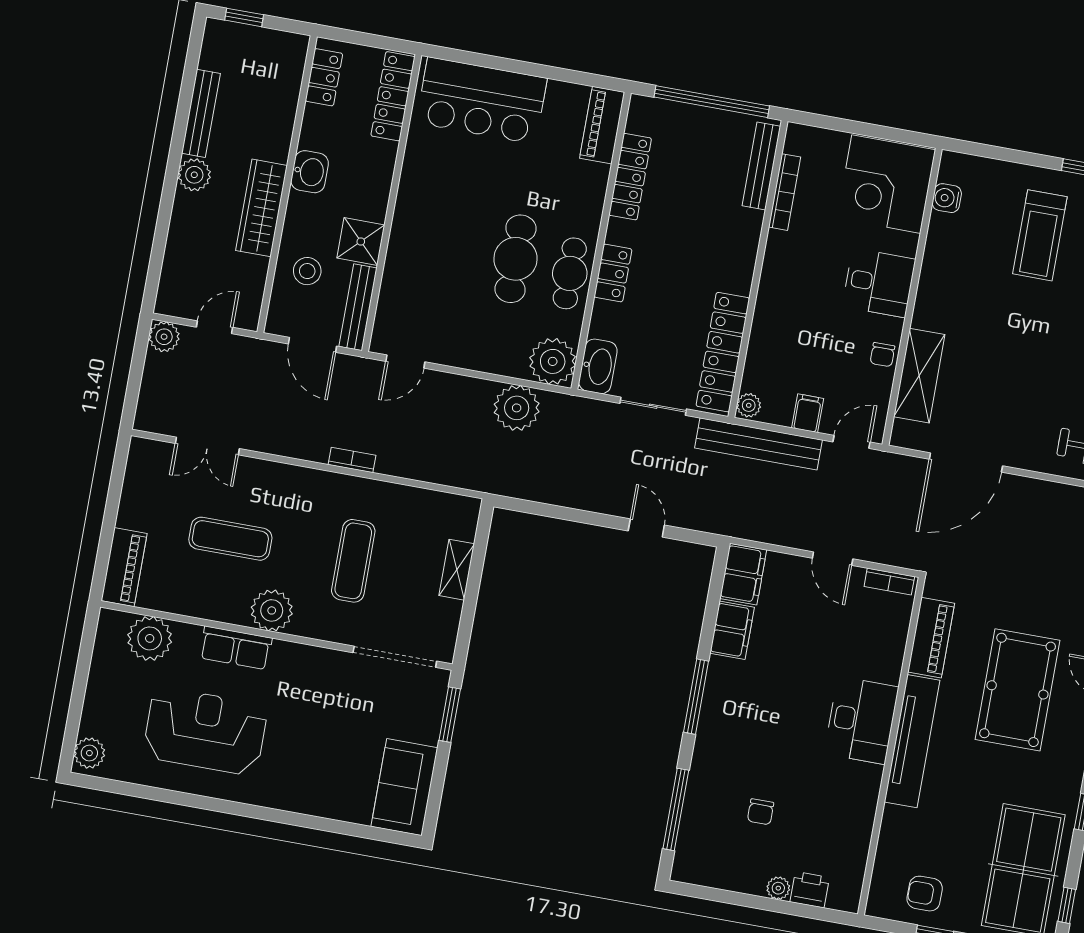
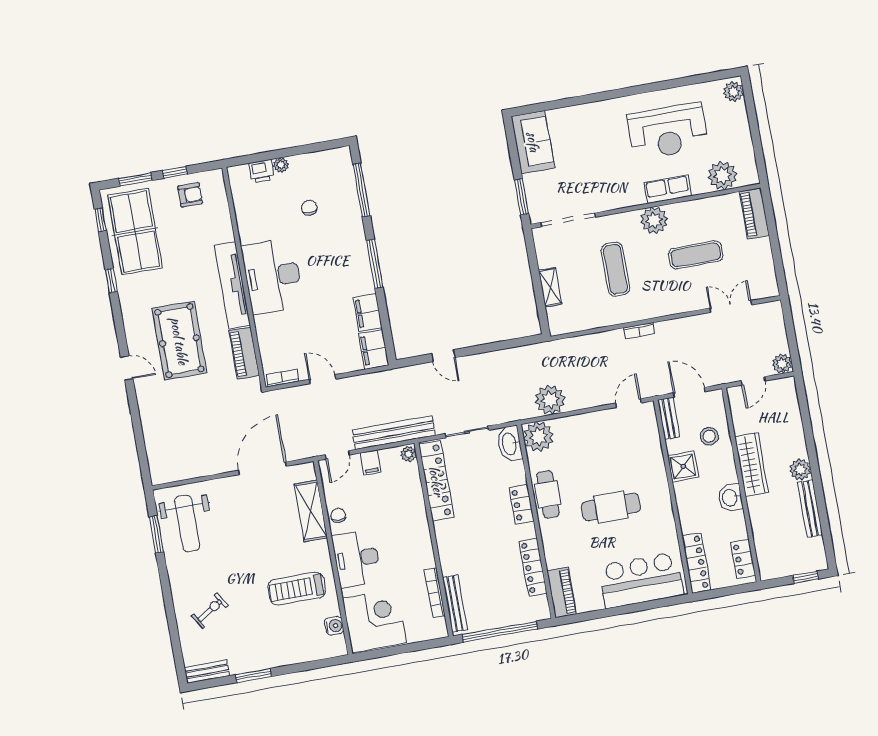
treadmill: (1040, 235) -> (297, 589), moved, turned -90
cafe table: (516, 259) -> (611, 507), moved, turned 90
desk: (879, 283) -> (357, 559), width x1.37
bench: (358, 307) -> (669, 418), width x0.73
desk: (861, 720) -> (272, 276), width x1.36, depth x1.30

